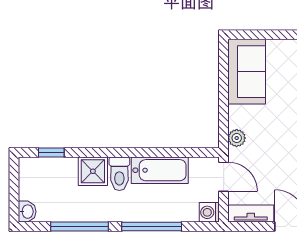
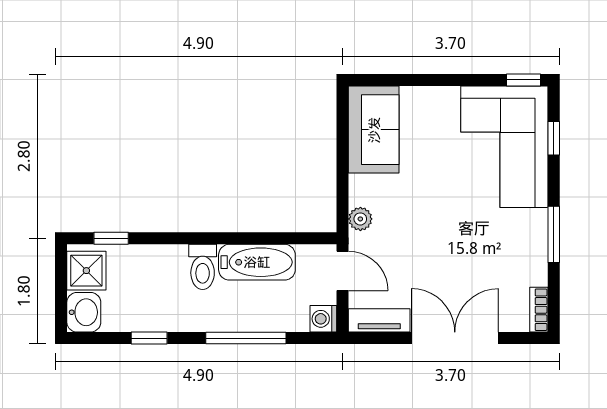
shower: (93, 171) -> (86, 271), moved
washbasin: (27, 212) -> (84, 312), width x1.38, depth x1.45
window: (80, 227) -> (149, 338), width x0.46

